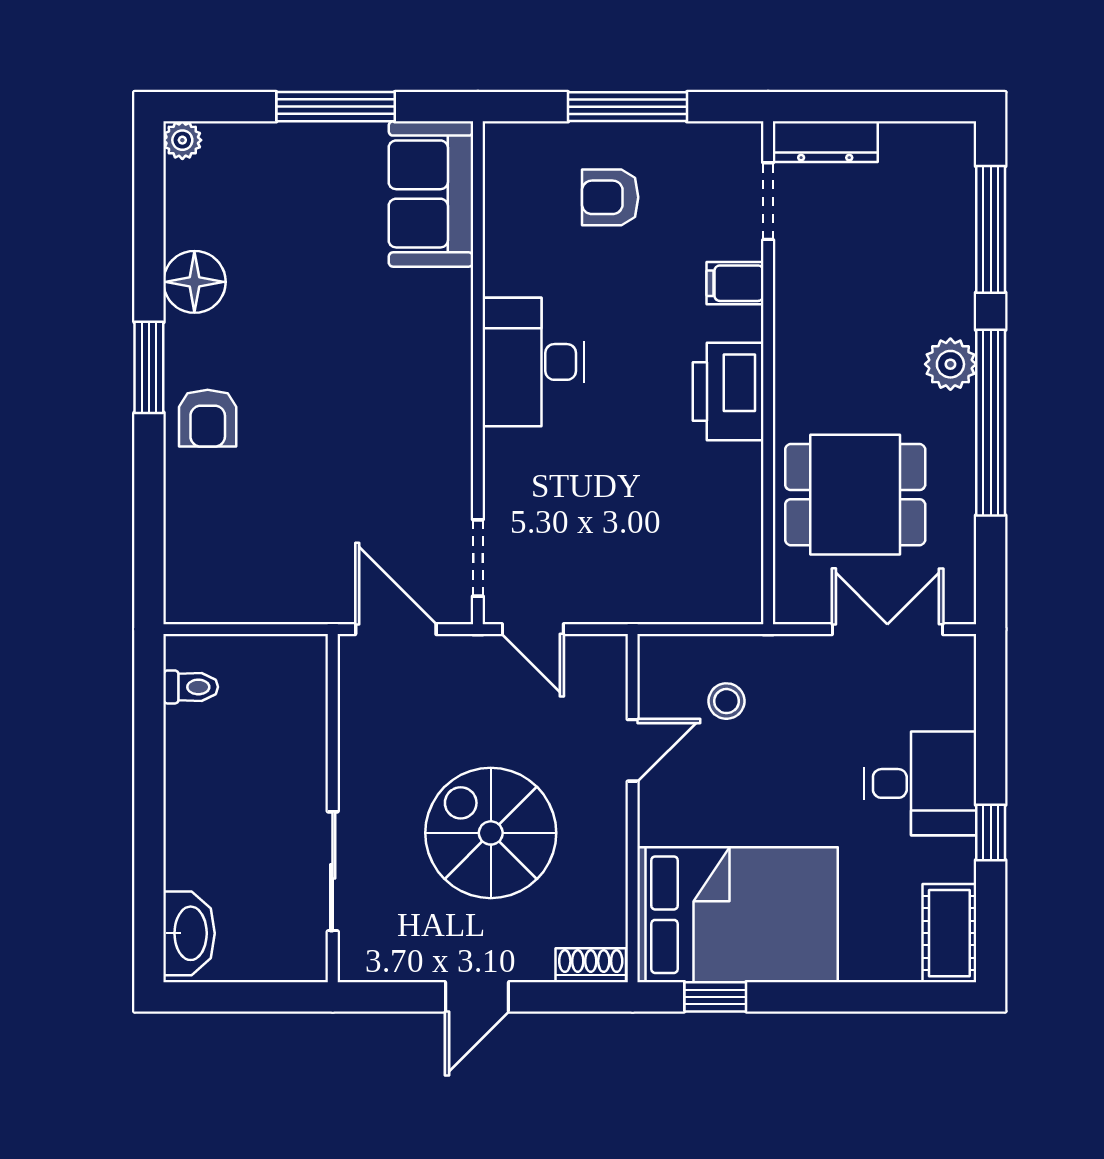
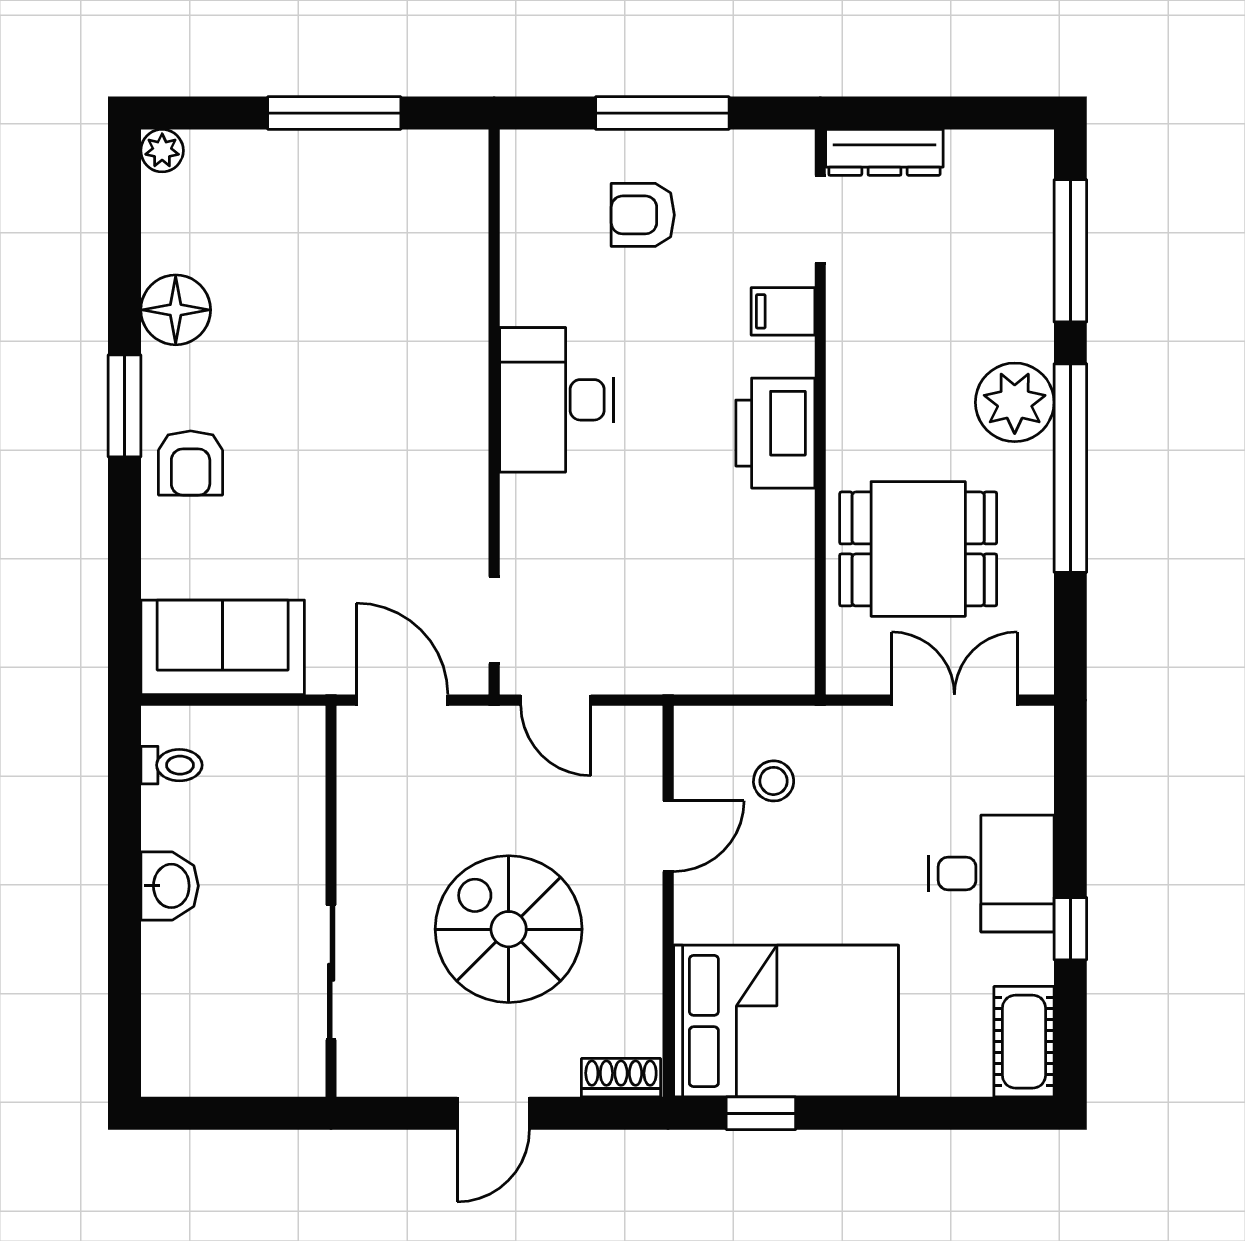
sofa: (431, 194) -> (223, 647), moved, turned 90
plant: (950, 364) -> (1015, 402), width x1.36, depth x1.36
washbasin: (189, 933) -> (170, 886), moved, width x0.72

